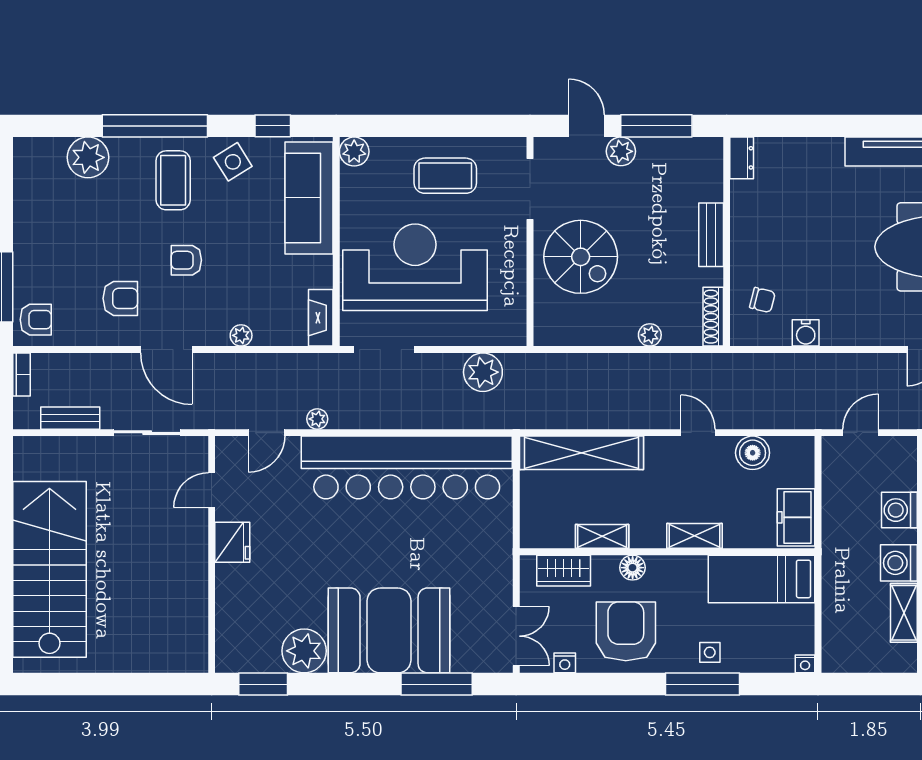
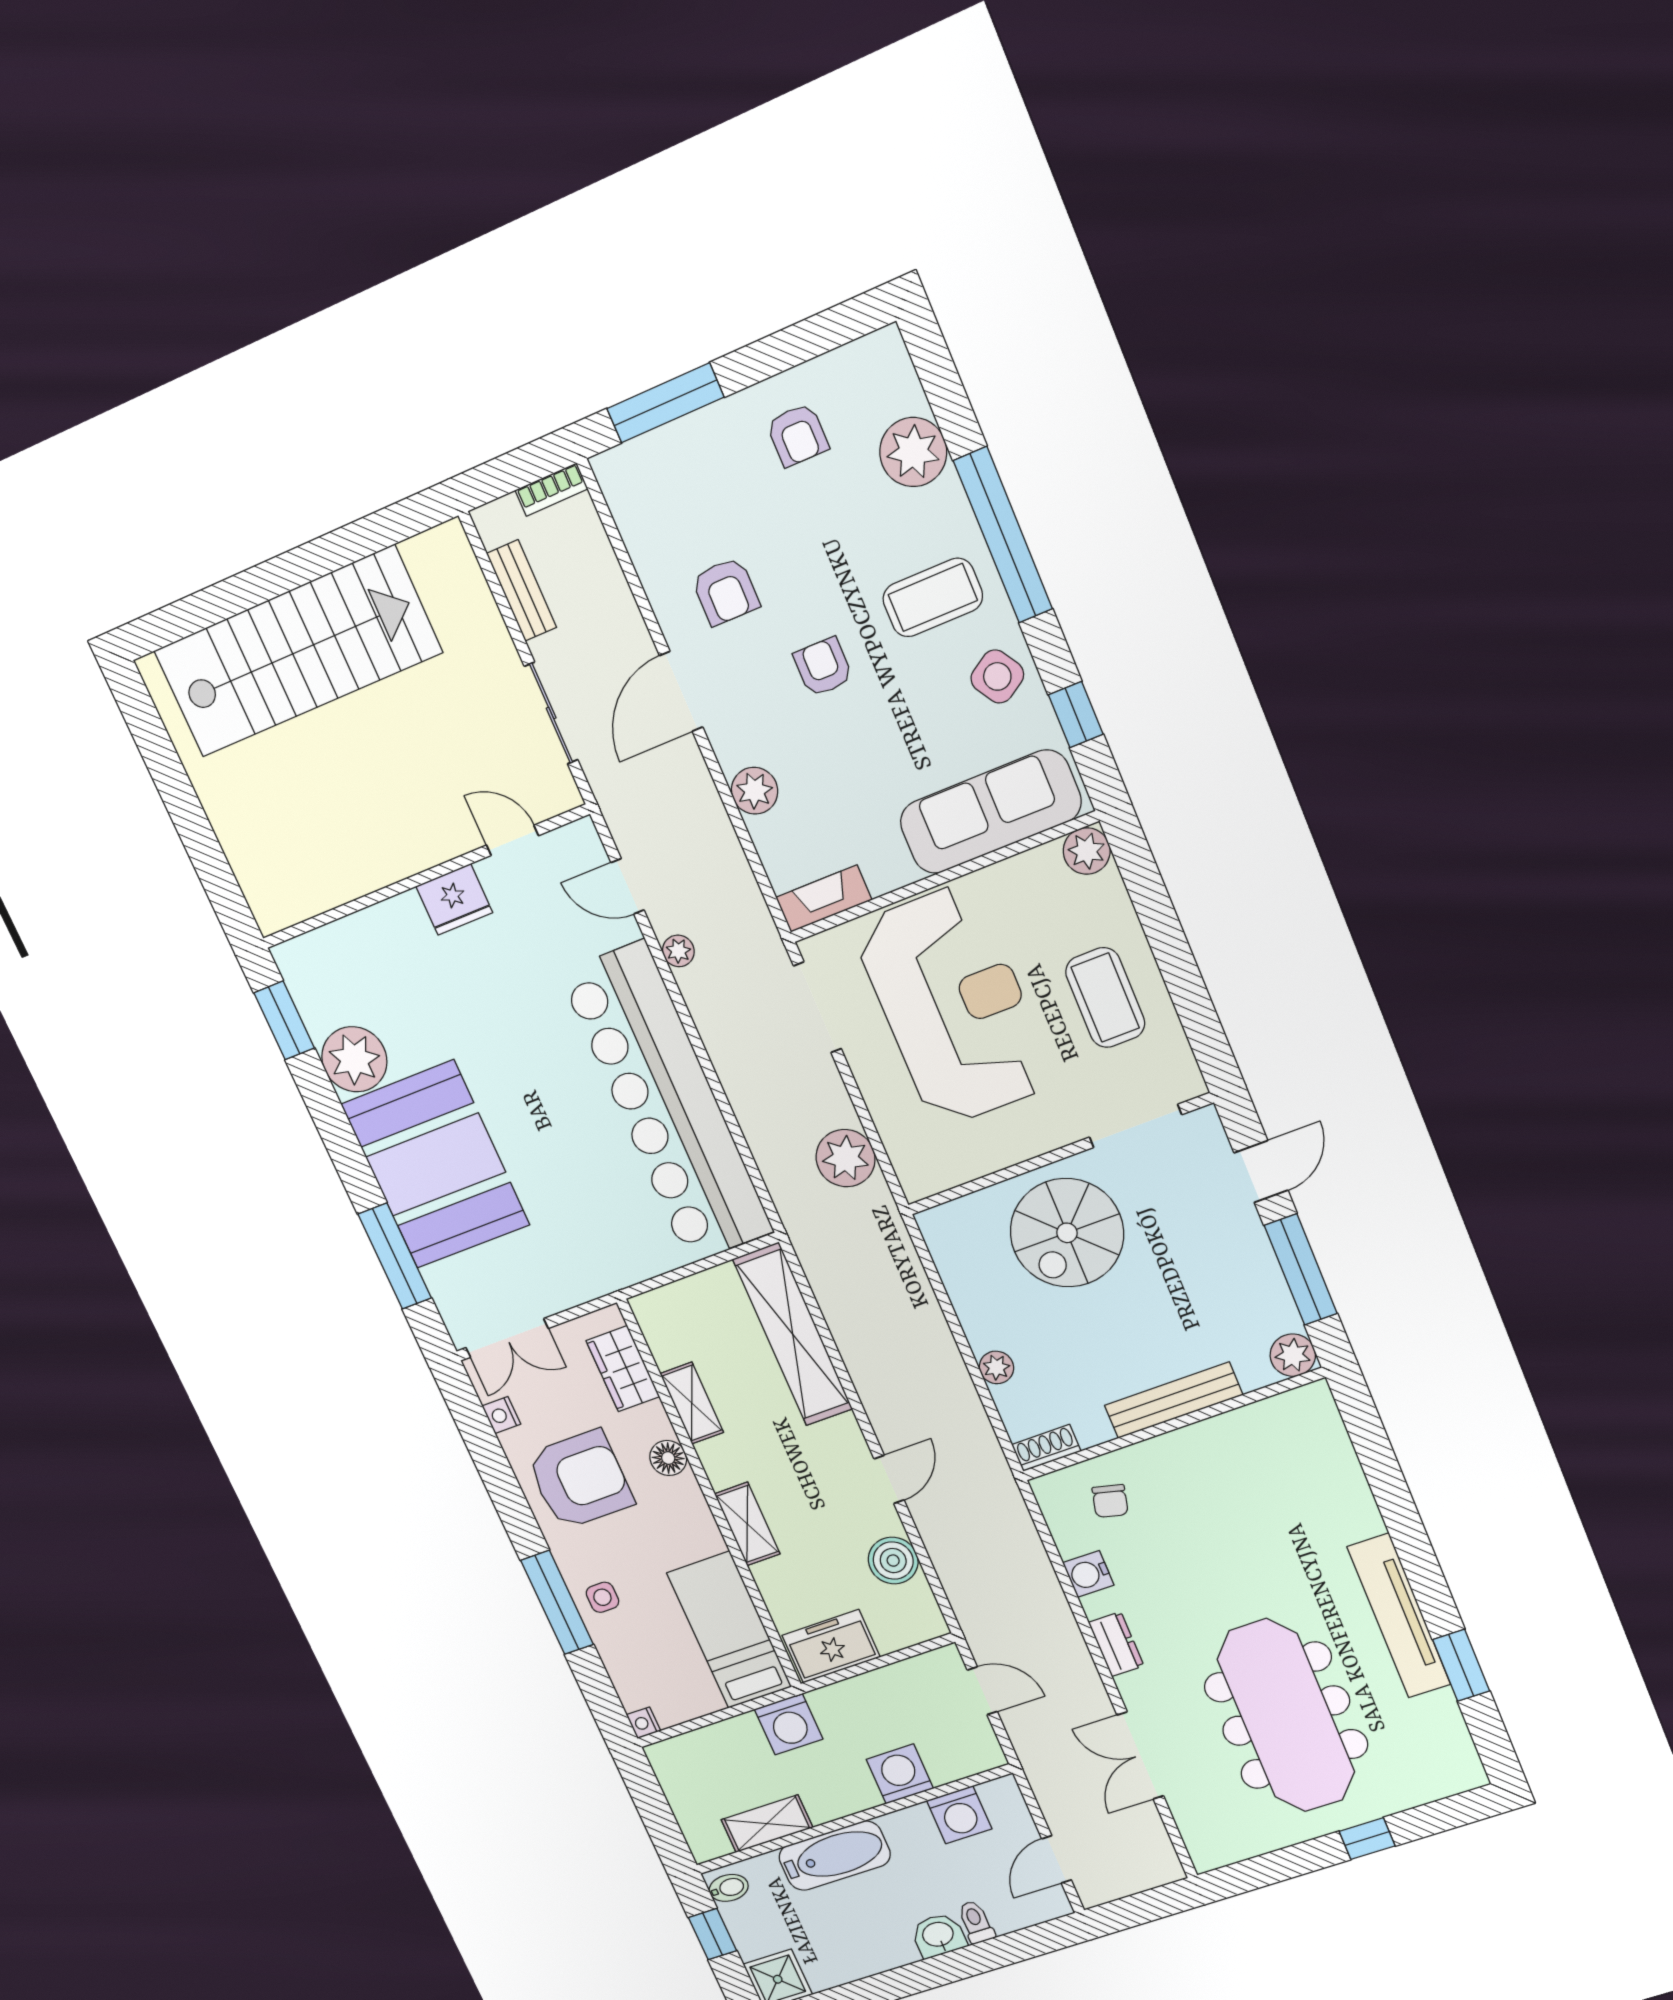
plant: (621, 151) -> (1293, 1355), moved
dresser: (742, 158) -> (1116, 1644), moved, turned -90
bench: (711, 235) -> (1174, 1400), width x1.36
shoe rack: (713, 317) -> (1046, 1448), width x0.70
armchair: (36, 320) -> (797, 435), moved
plant: (241, 335) -> (755, 791), width x1.38, depth x1.38
washing machine: (899, 563) -> (789, 1724), moved, turned 180

